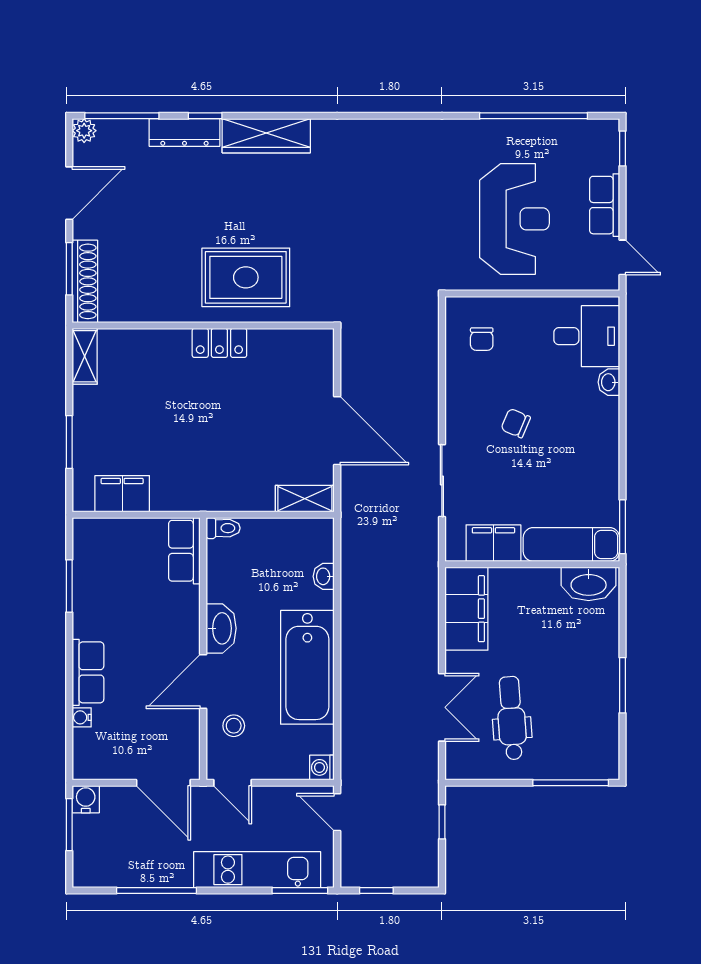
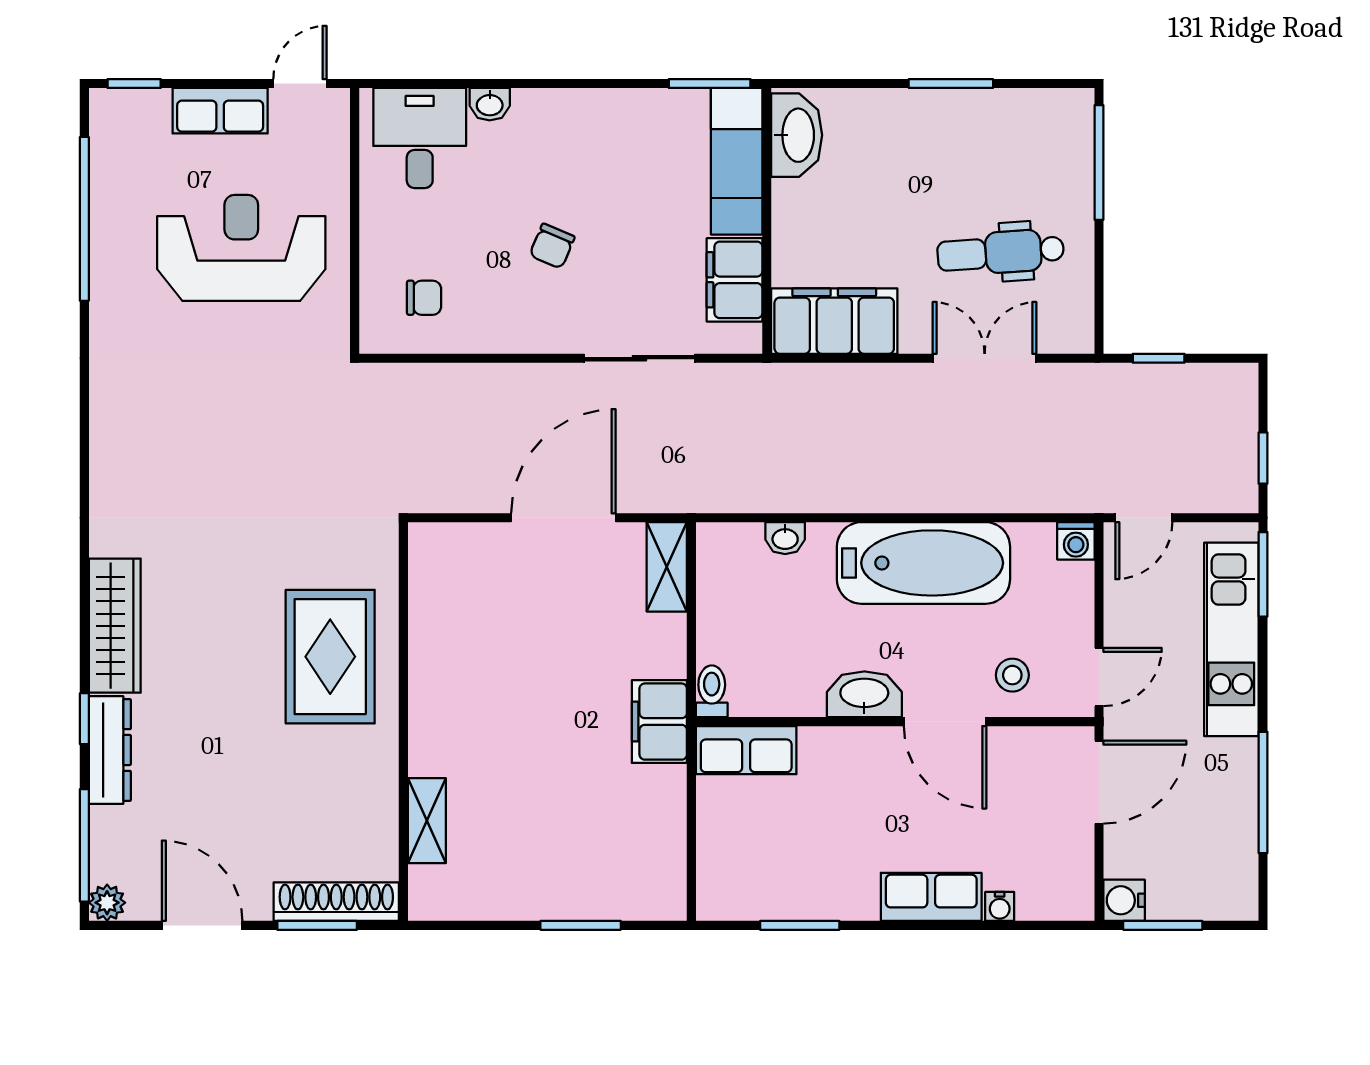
locker: (219, 343) -> (430, 697), removed
shelving: (85, 356) -> (427, 821), moved, turned 90
filing cabinet: (122, 494) -> (659, 722), moved

